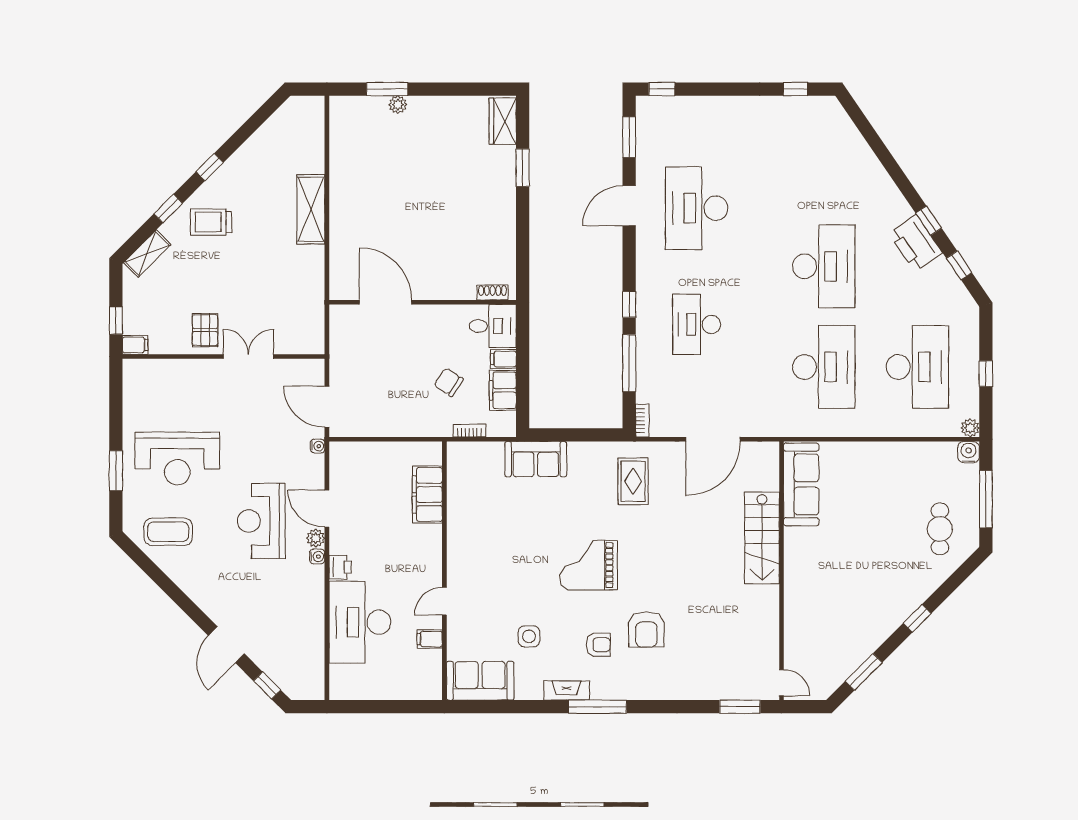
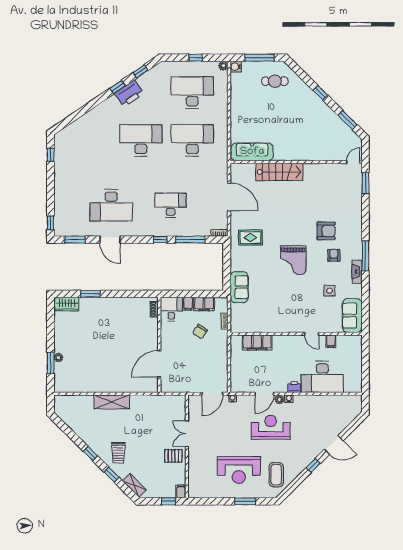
desk: (697, 324) -> (171, 205), turned 180
reception desk: (177, 458) -> (239, 470), turned 90
reception desk: (261, 521) -> (271, 427), turned 180
window: (267, 685) -> (313, 466), moved

